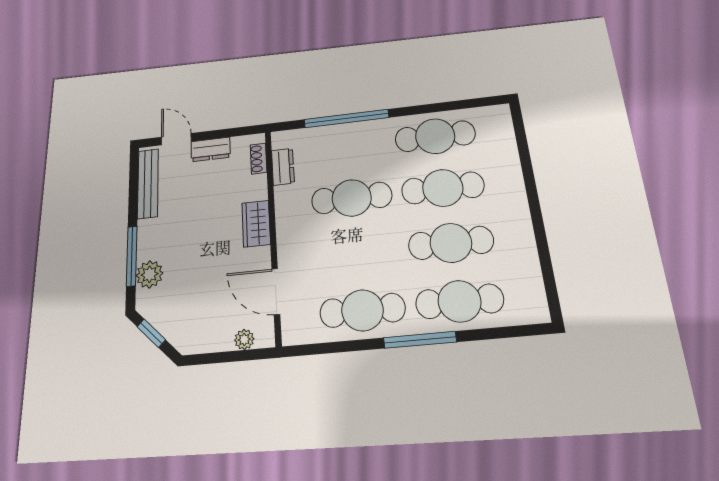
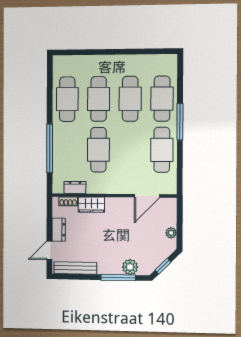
wardrobe: (256, 224) -> (91, 205), moved
plant: (244, 339) -> (171, 233), moved

